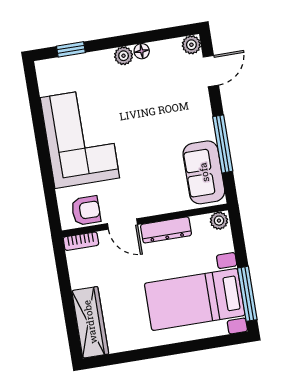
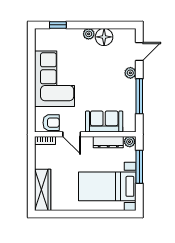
plant: (191, 45) -> (130, 73), moved
floor lamp: (142, 51) -> (104, 37), width x1.89, depth x1.89
sofa: (204, 172) -> (104, 122), moved, turned 90
dresser: (166, 230) -> (108, 142), moved
window: (247, 294) -> (139, 167), moved

